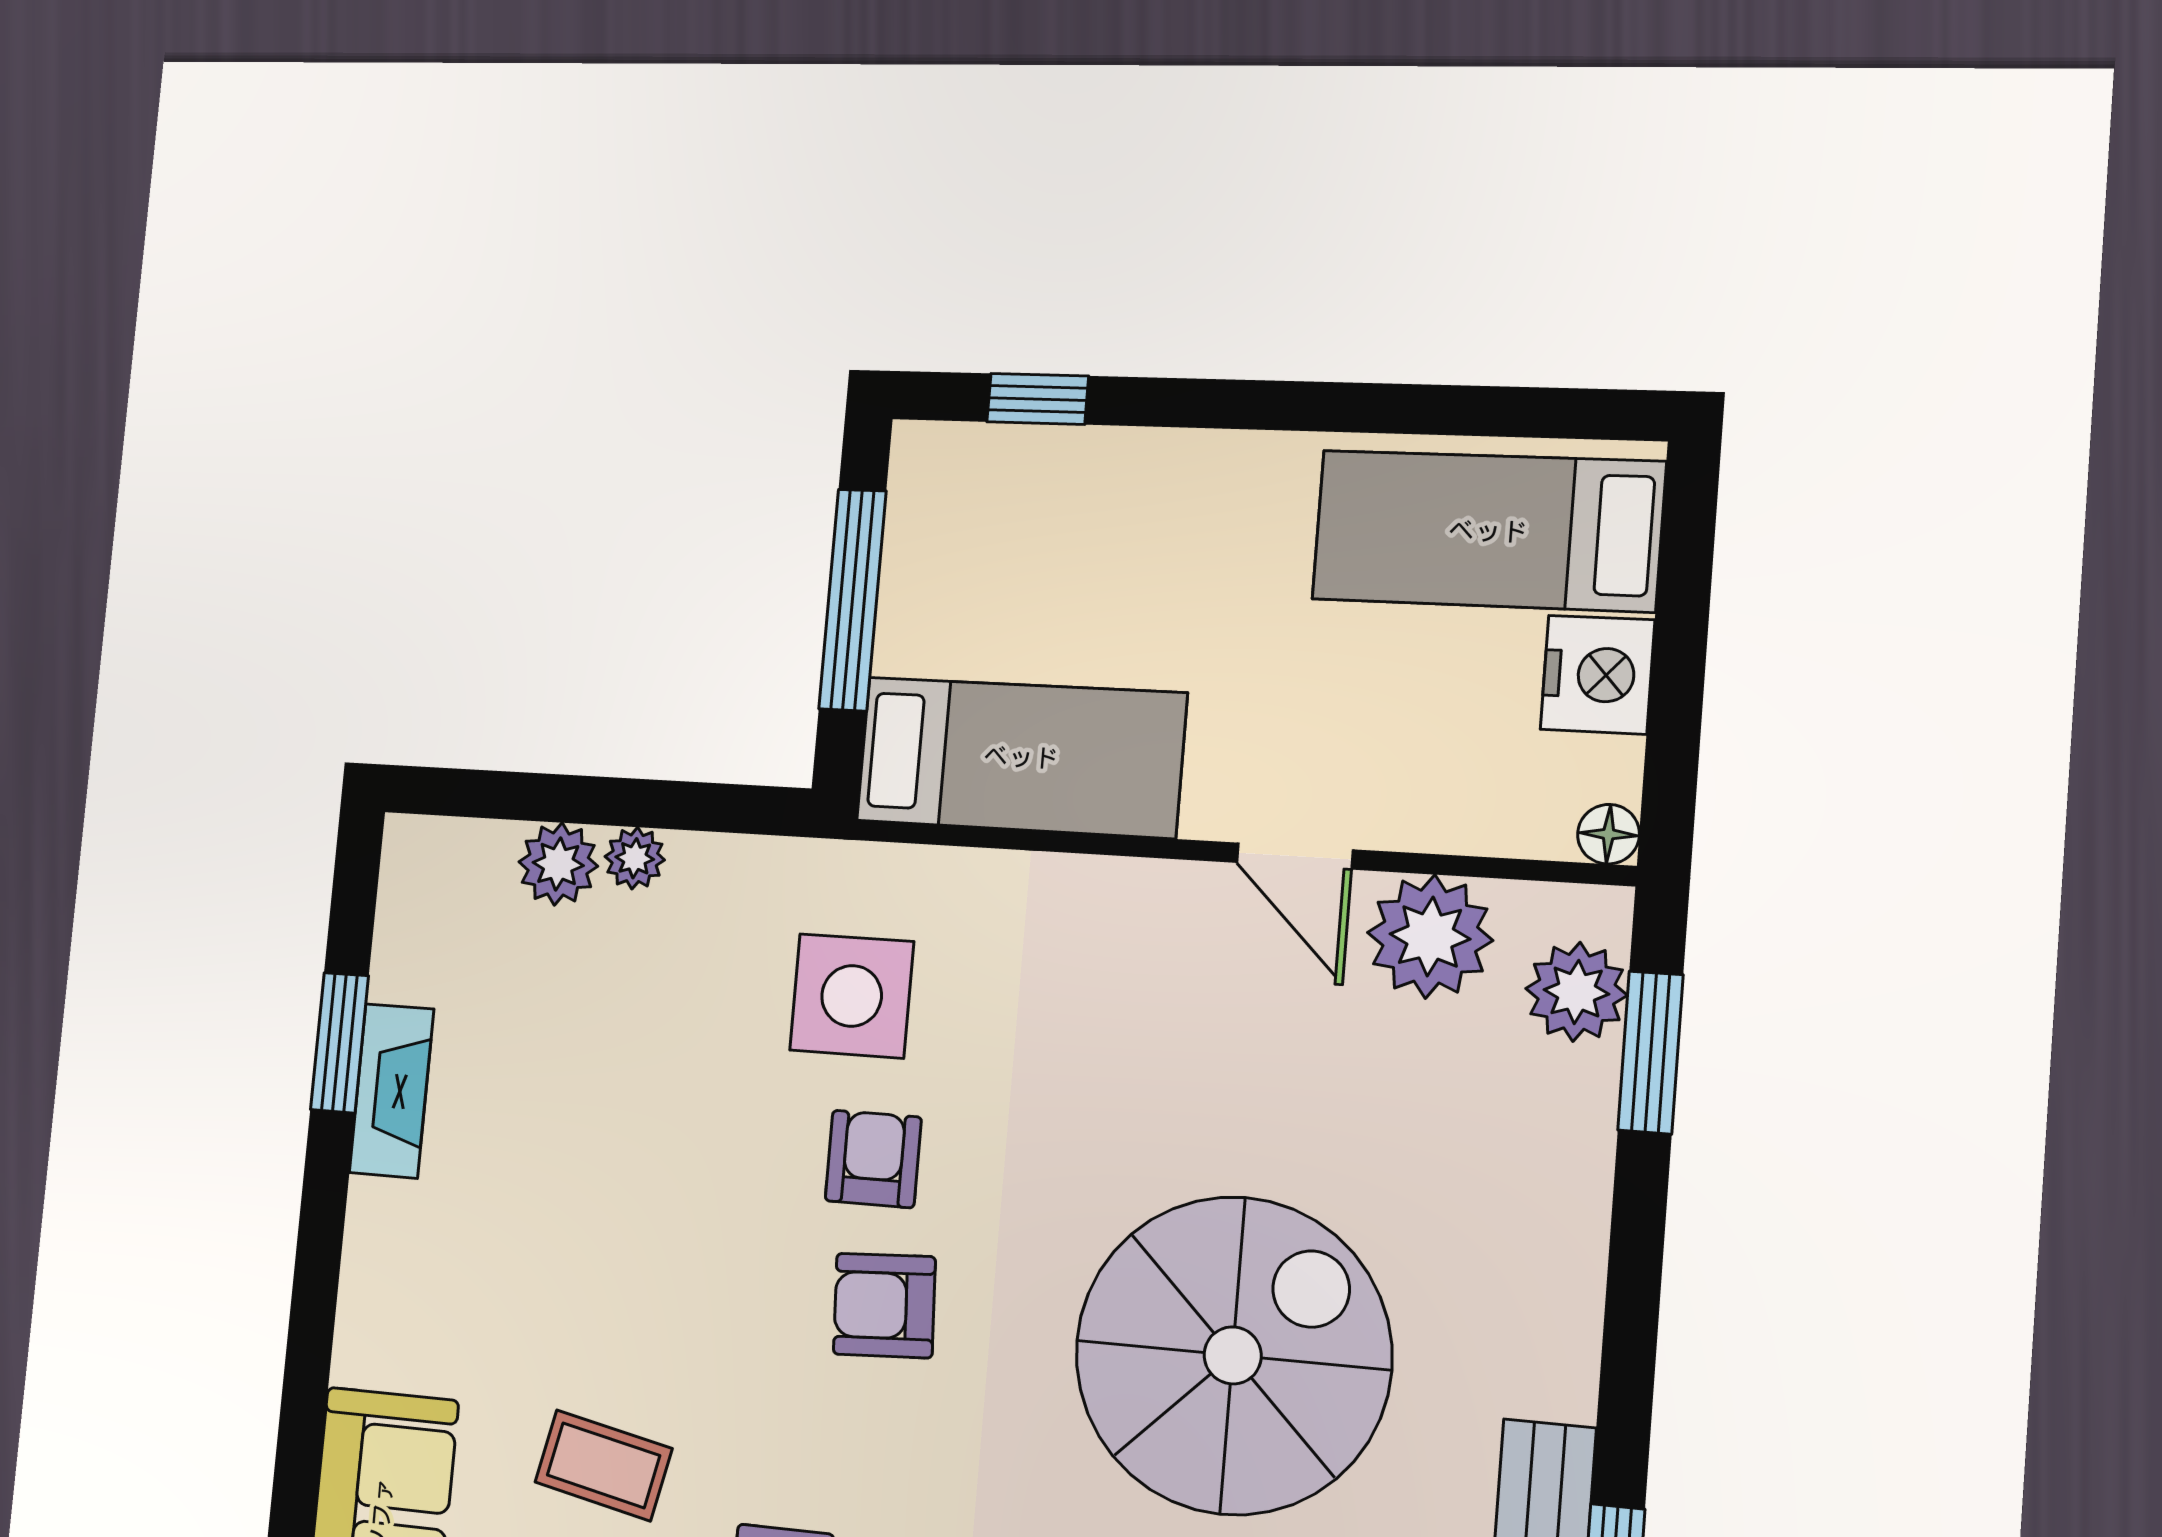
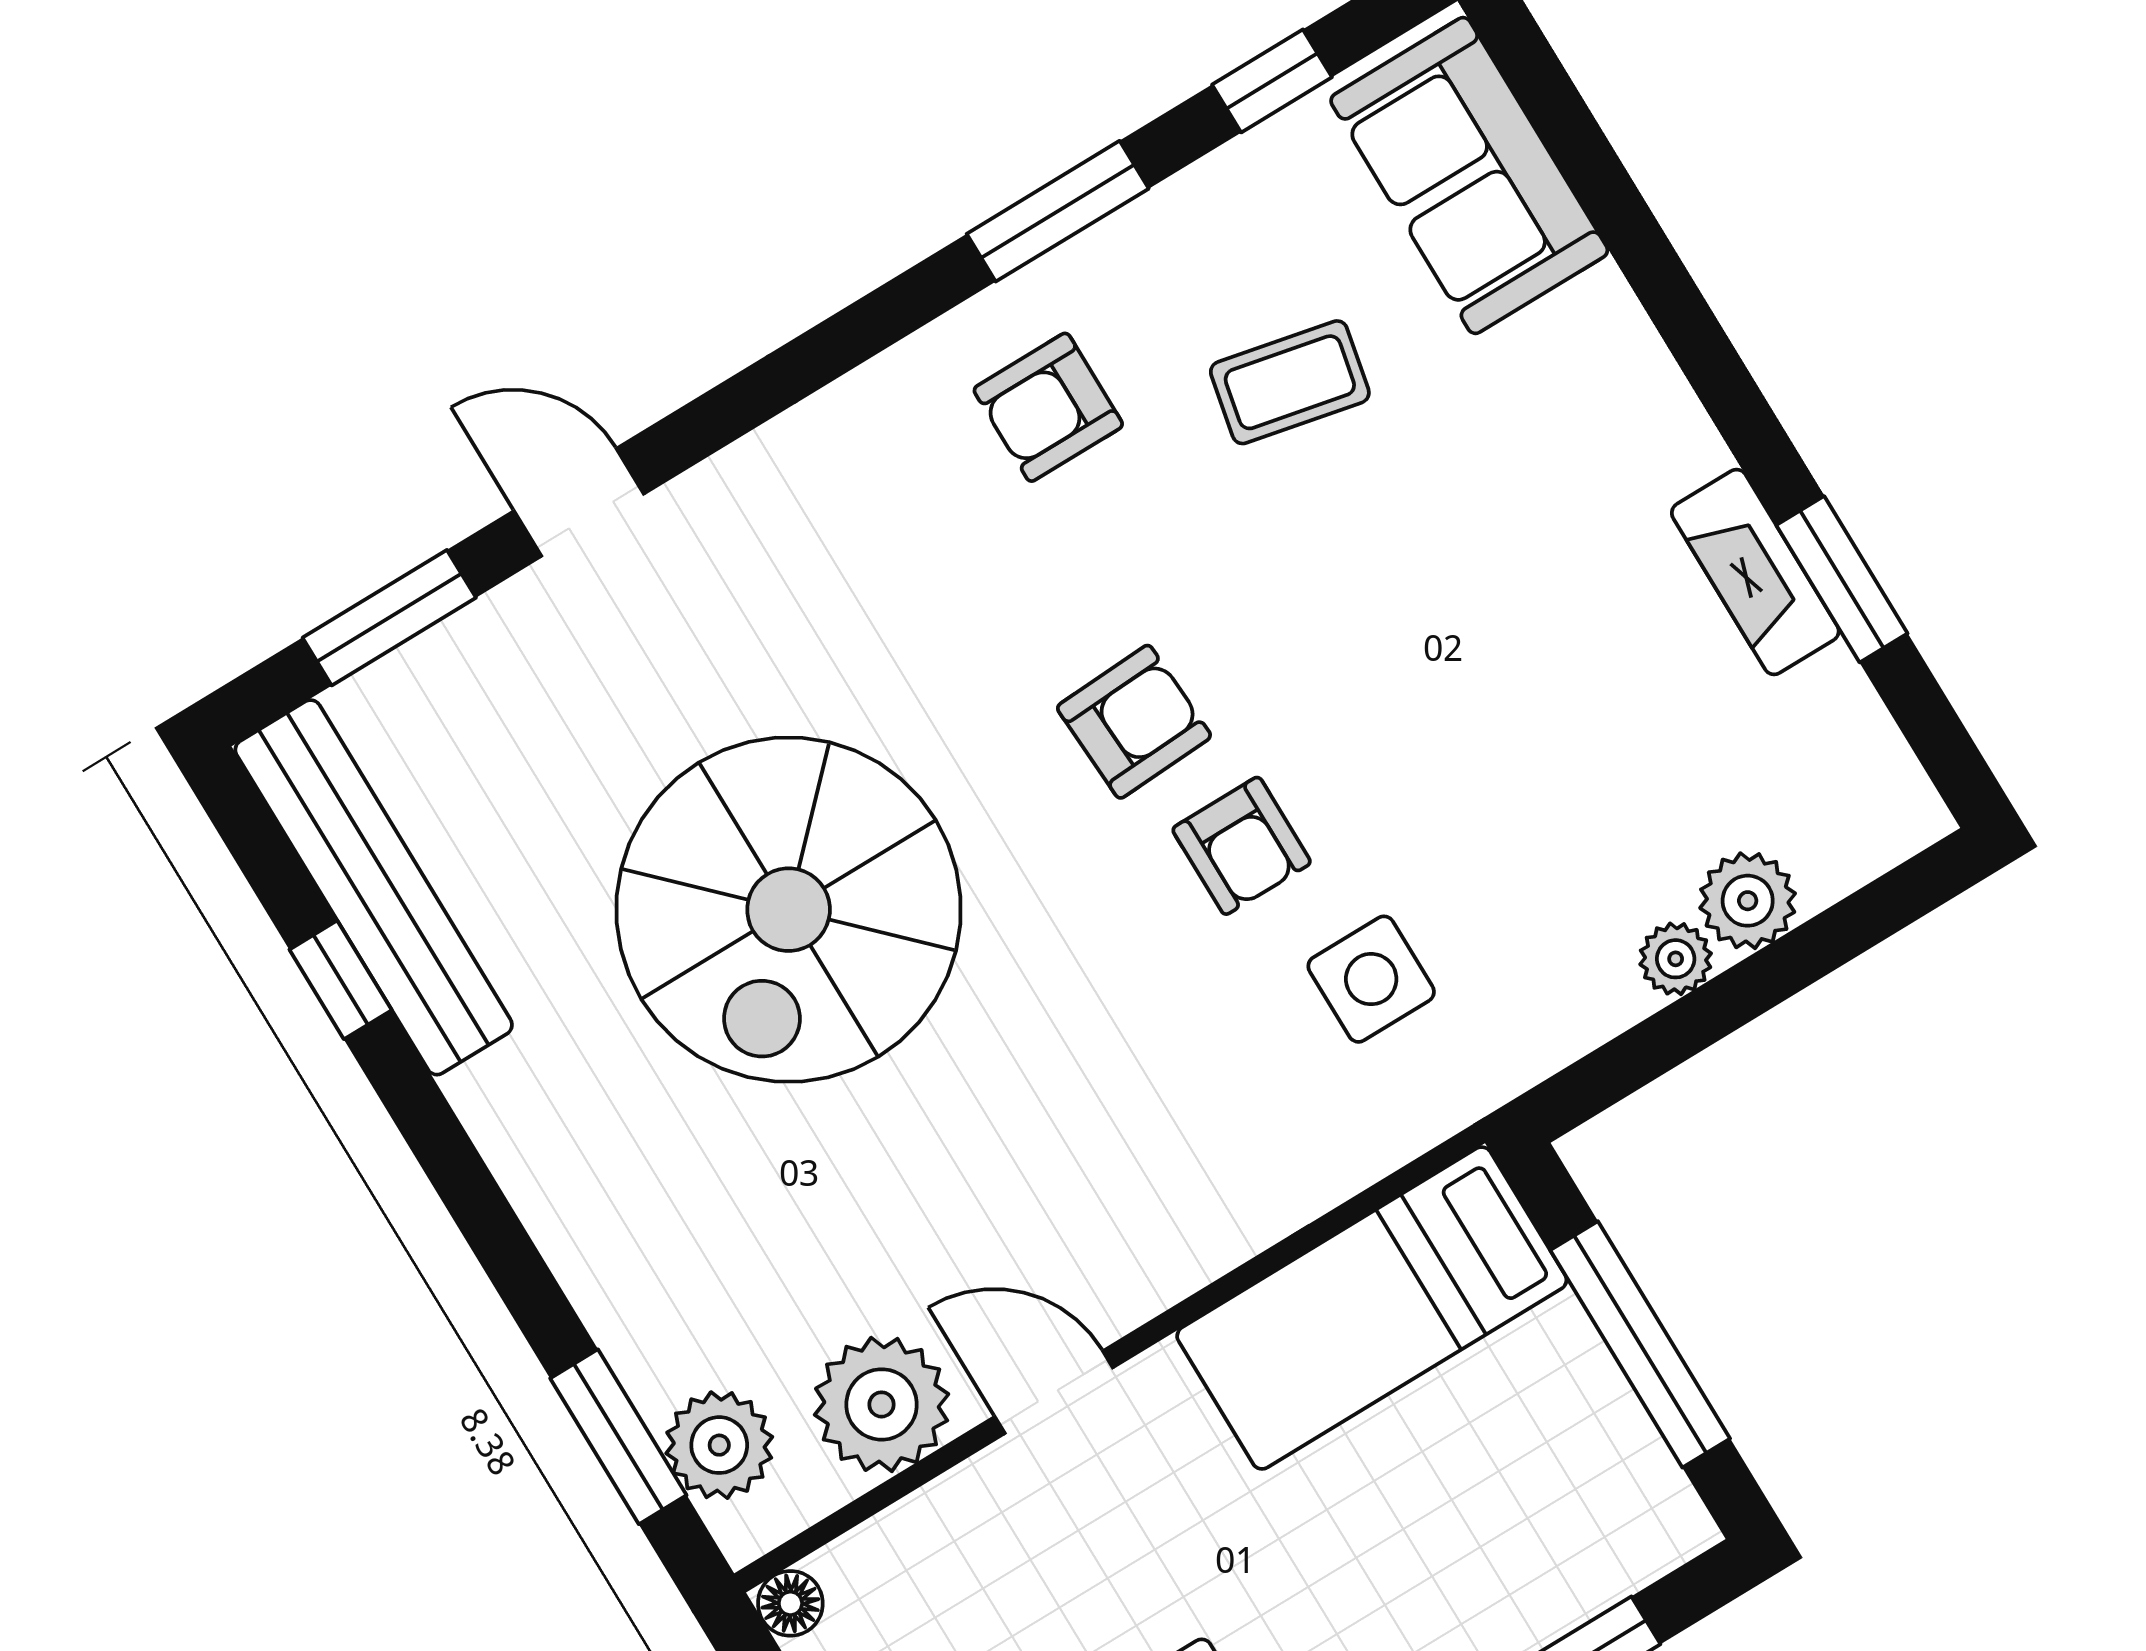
side table: (852, 996) -> (1371, 979), width x0.73, depth x0.73

